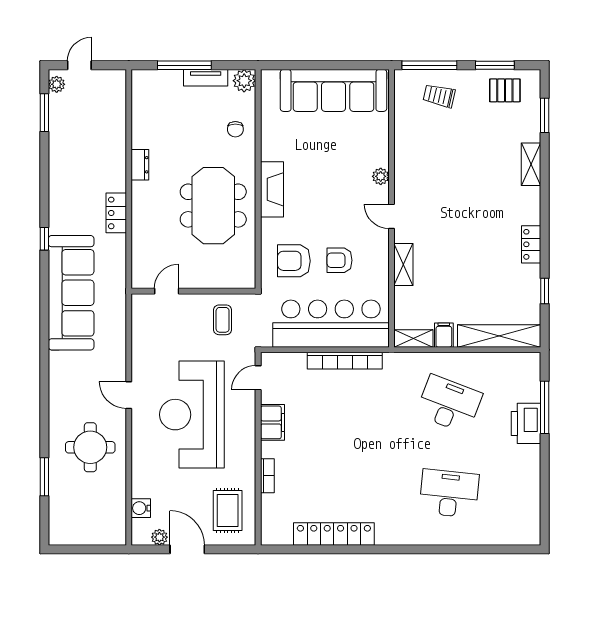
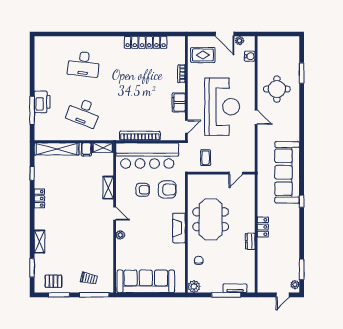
tv unit: (206, 78) -> (235, 288), moved
locker: (116, 213) -> (263, 227), moved
rug: (228, 510) -> (203, 55), turned 90

